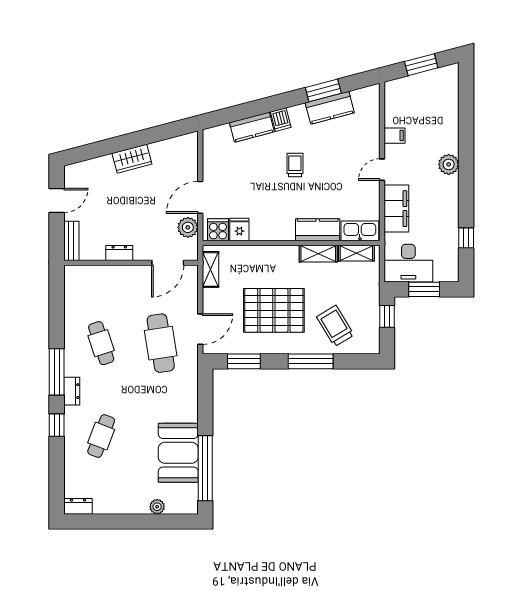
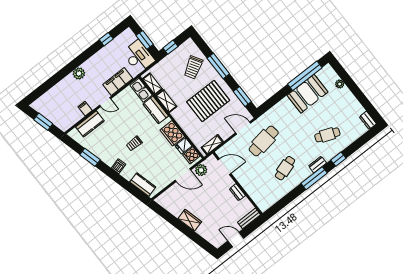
kitchen counter: (330, 108) -> (90, 124), moved, turned 105
kitchen counter: (252, 127) -> (143, 185), moved
cooker: (268, 228) -> (172, 133), added
pallet: (274, 310) -> (208, 101), turned 90

